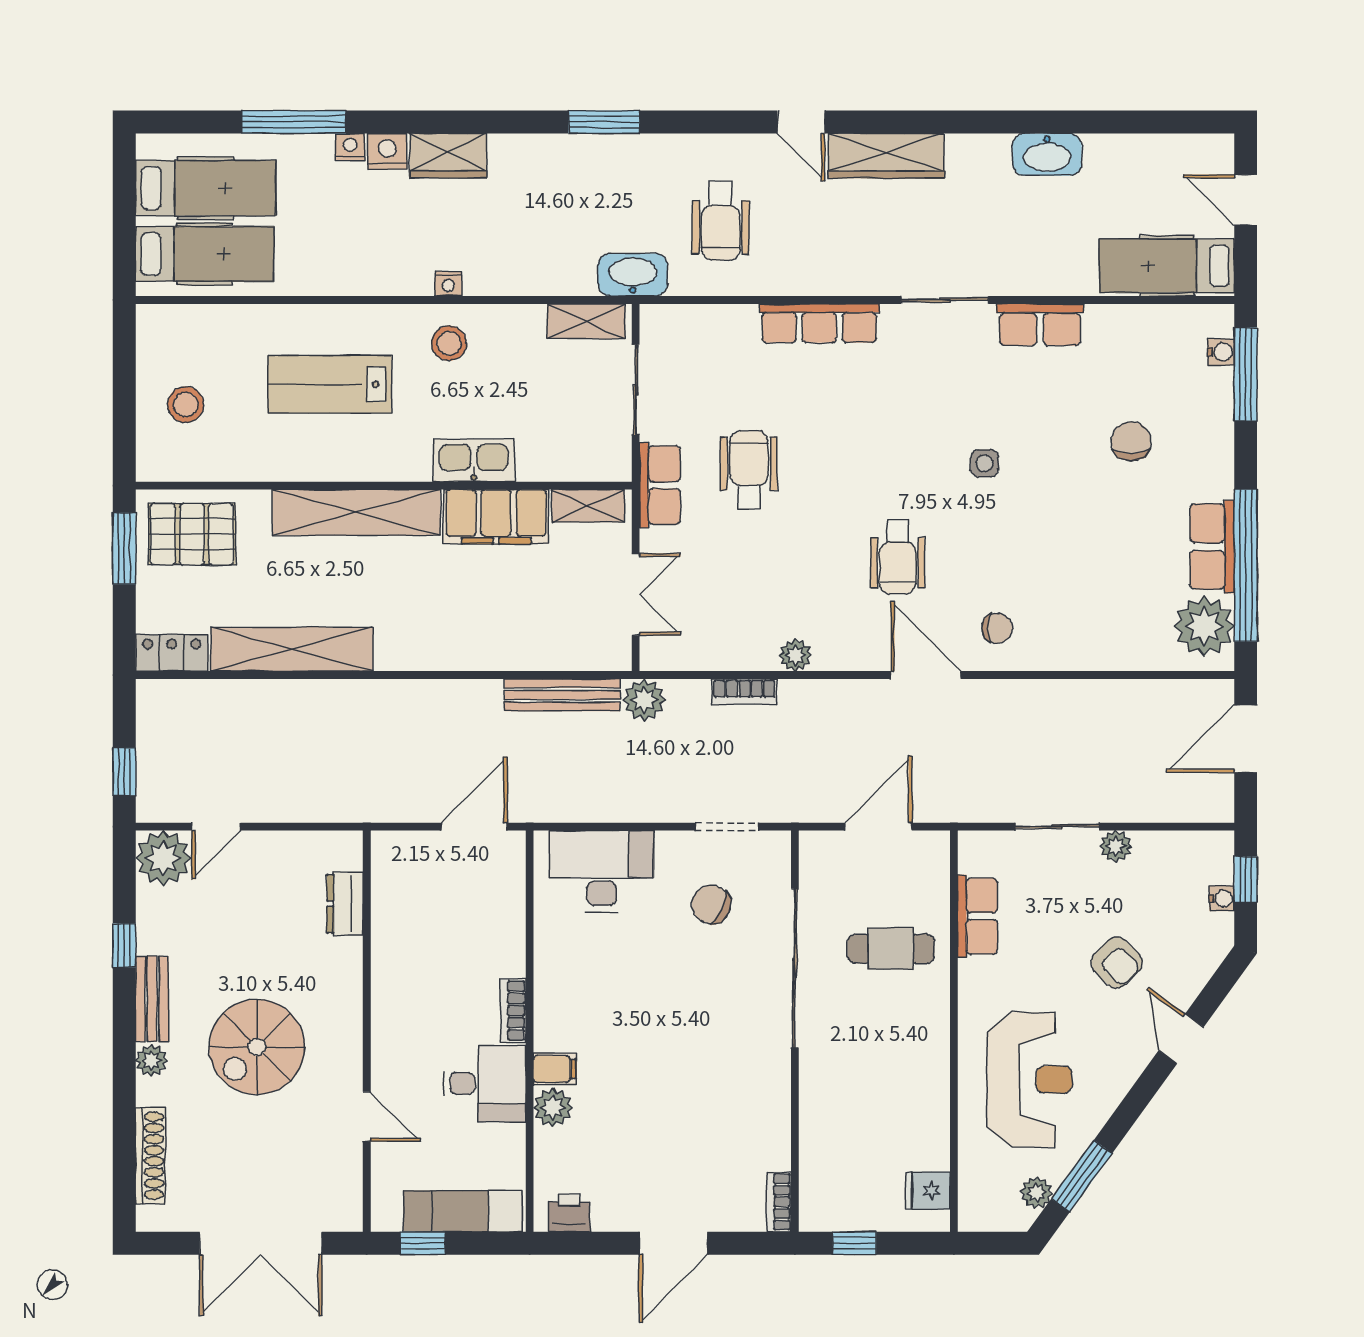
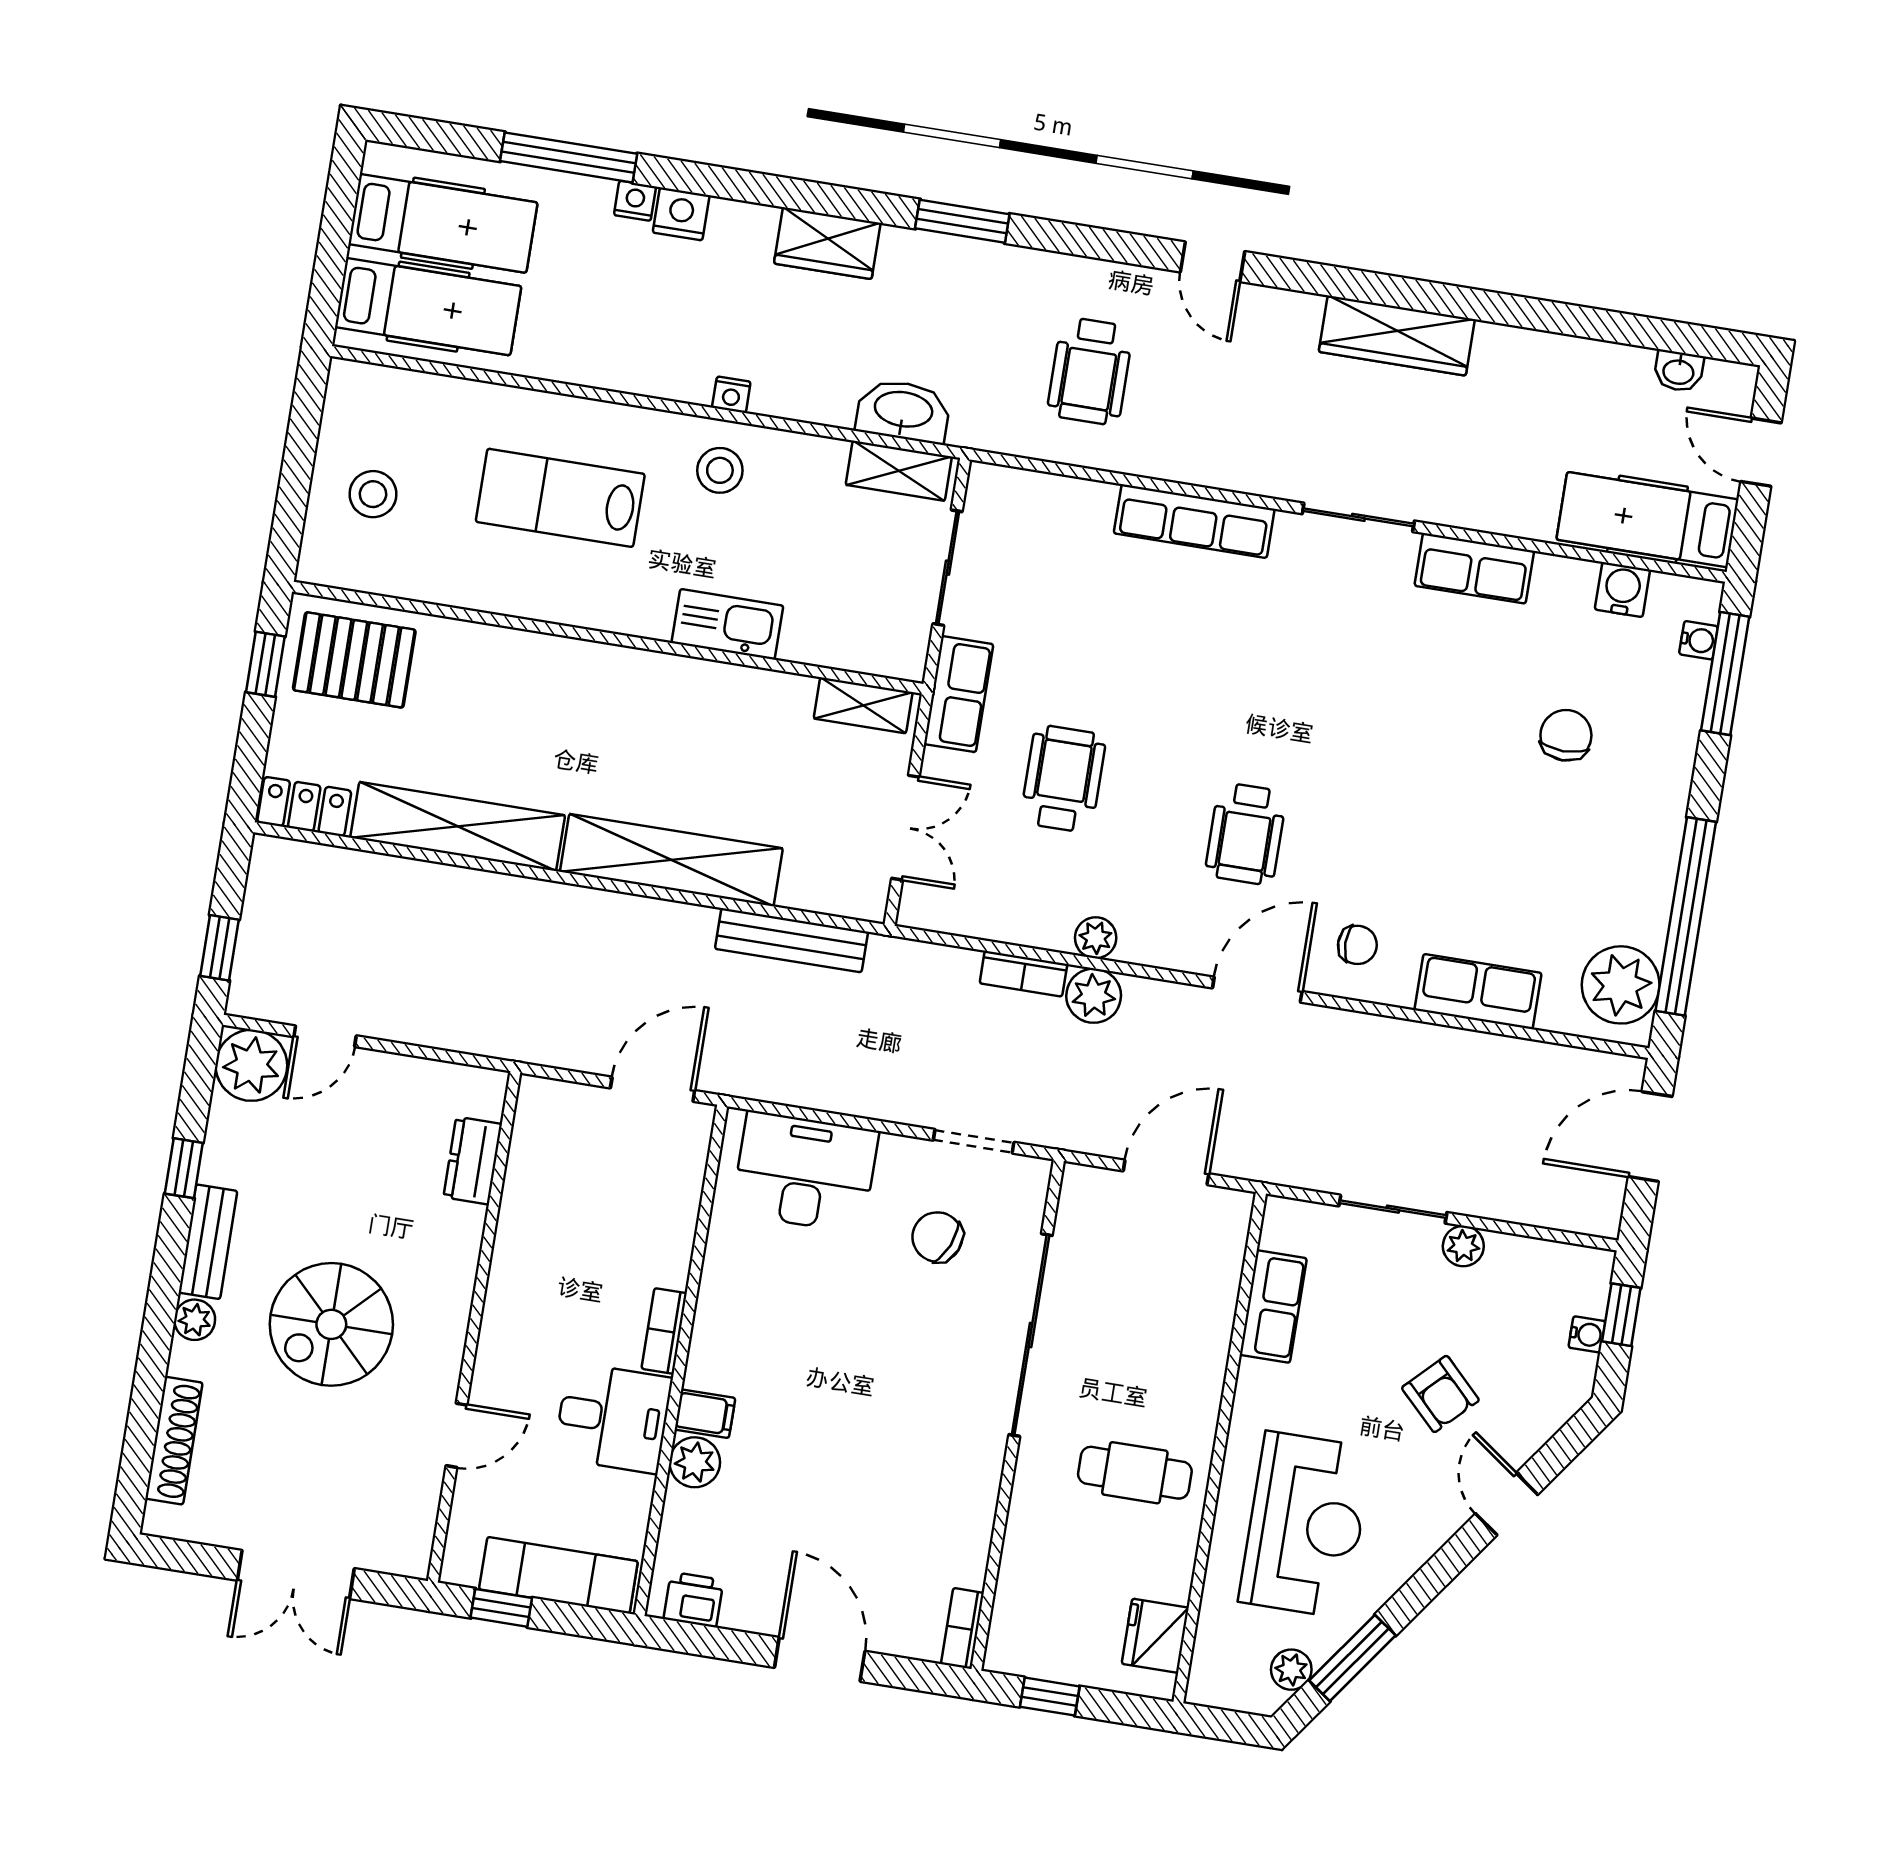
washbasin: (1047, 154) -> (1679, 371), moved, width x0.52, depth x0.69
wardrobe: (448, 156) -> (827, 243), moved
wardrobe: (886, 156) -> (1397, 336), moved
washbasin: (633, 275) -> (903, 411), moved
water cooler: (1156, 323) -> (1622, 590), added
side table: (984, 463) -> (1375, 733), removed
wheelchair: (749, 470) -> (1063, 779), moved
shelving: (356, 512) -> (671, 860), moved
filing cabinet: (496, 517) -> (744, 700), removed
row of seats: (1212, 547) -> (1478, 992), moved, turned 90
window: (124, 549) -> (265, 664), width x0.67
door: (926, 675) -> (1257, 990), hinge flipped
plant: (644, 700) -> (1094, 996), moved
cafe table: (891, 949) -> (1135, 1473), moved
door: (367, 1116) -> (456, 1435), hinge flipped
fridge: (928, 1191) -> (1155, 1636), width x1.38
double door: (261, 1243) -> (296, 1574), width x0.73
door: (673, 1243) -> (820, 1659), swing flipped

